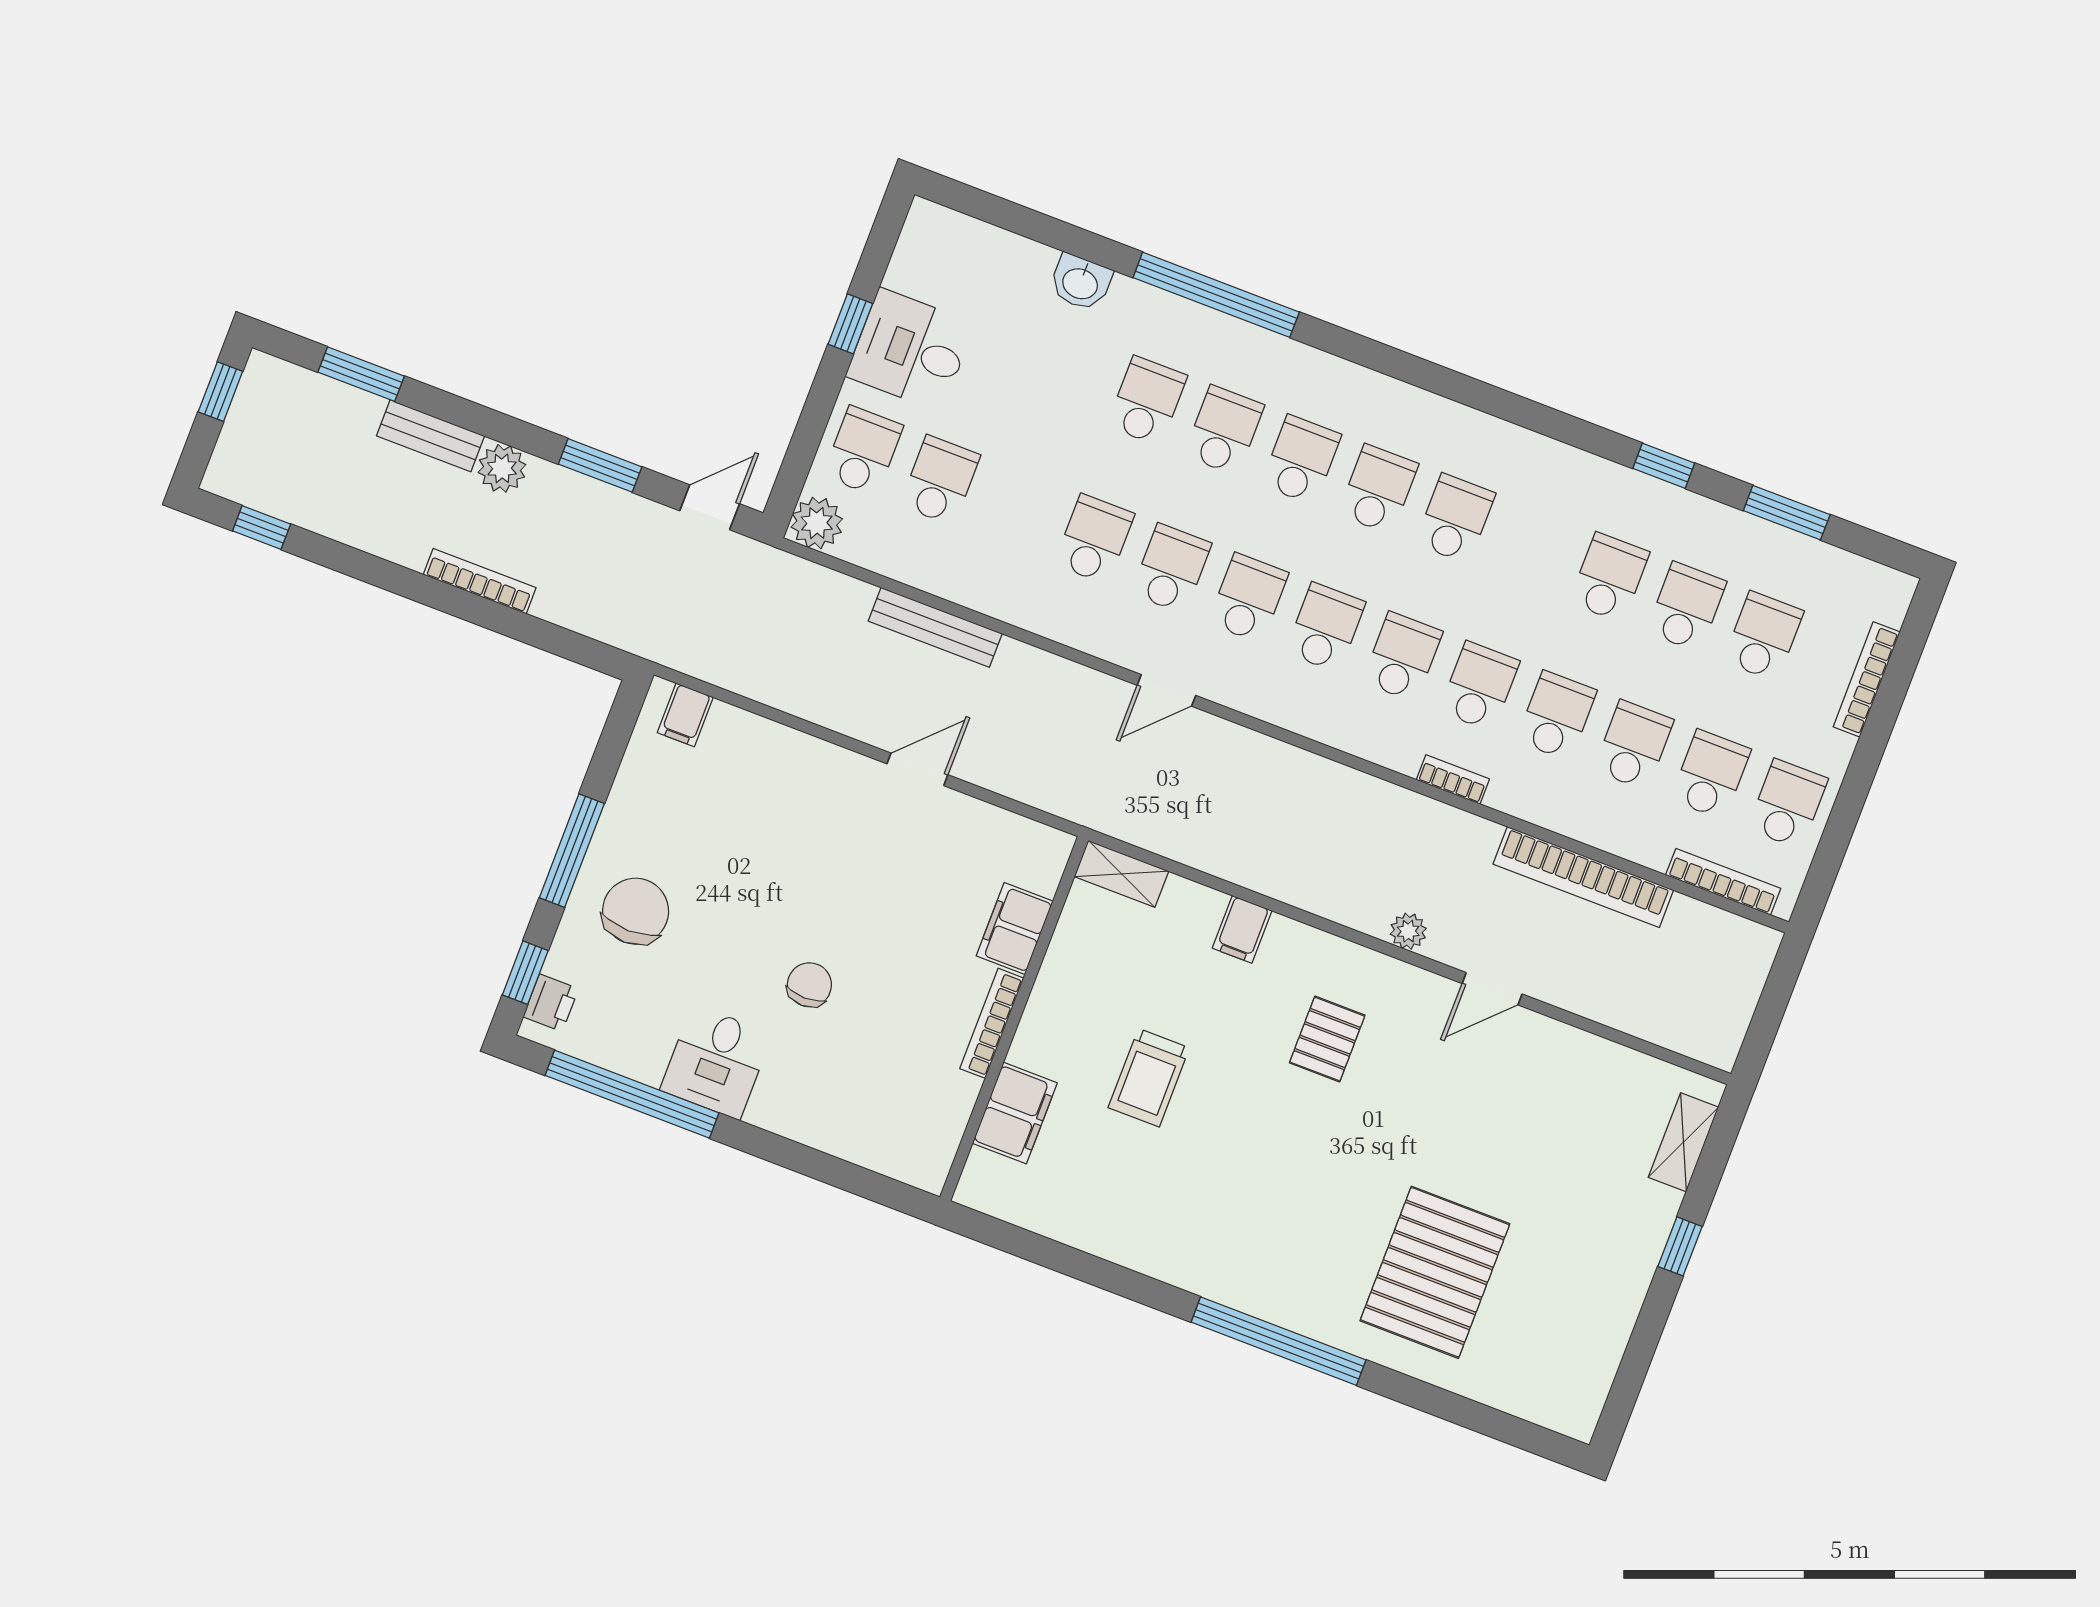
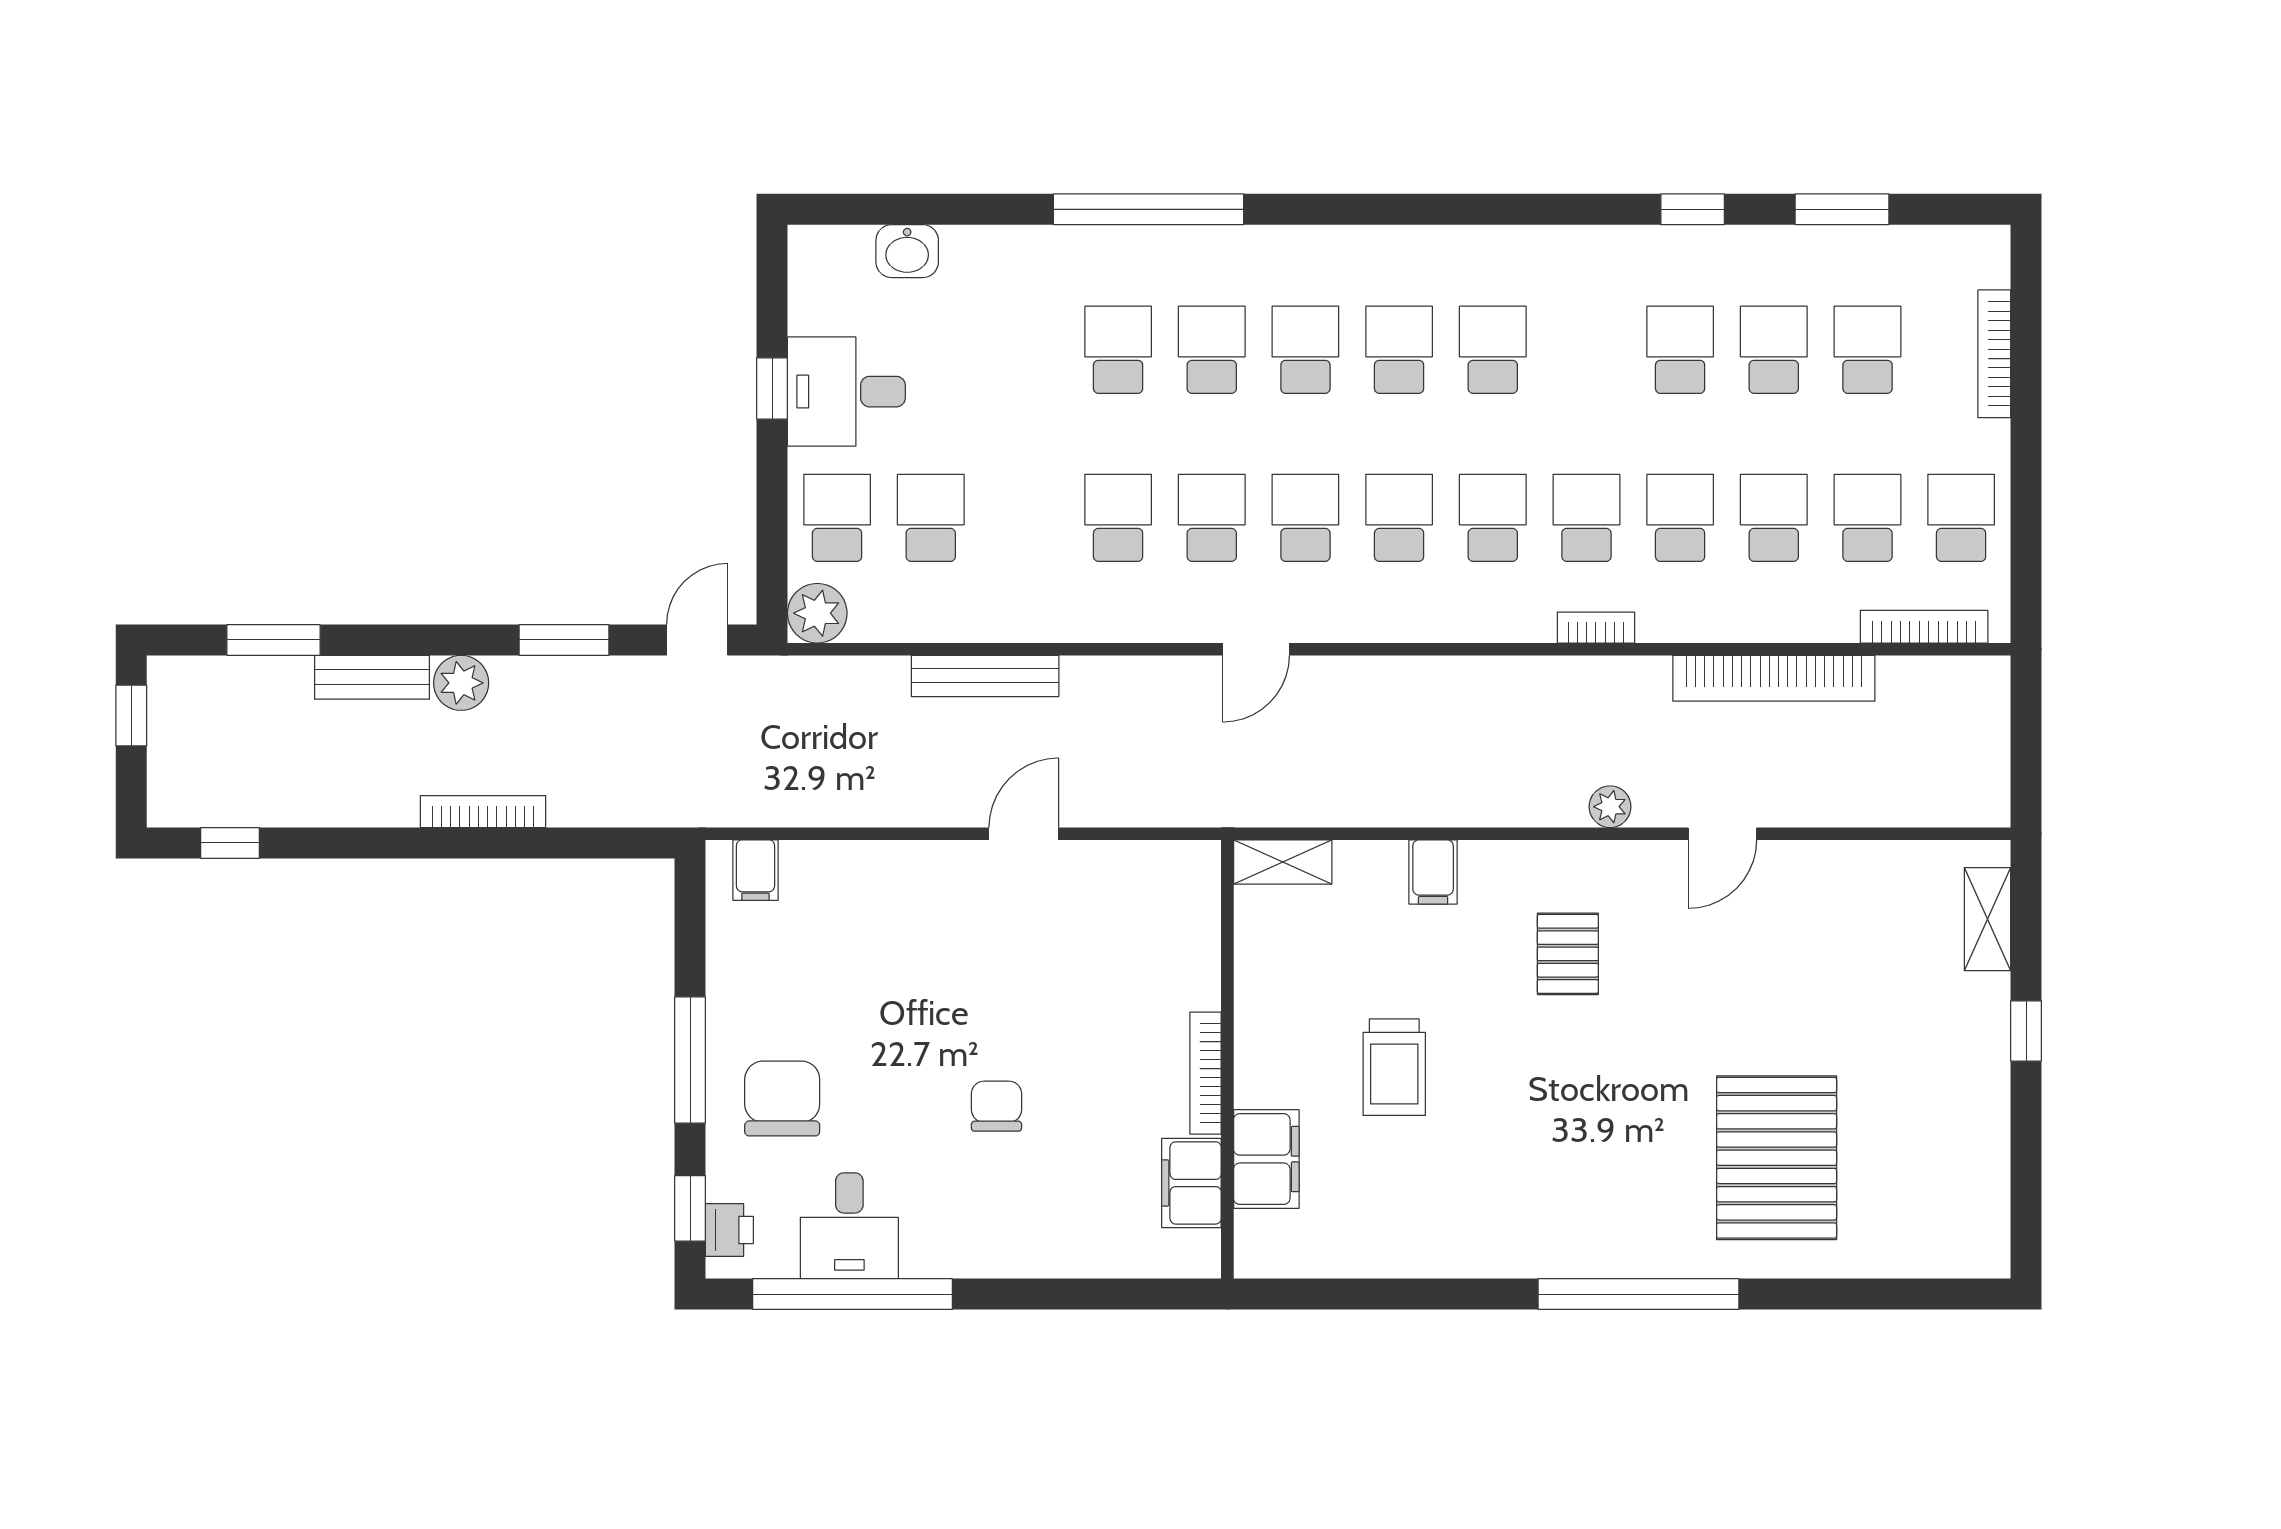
washbasin: (1081, 282) -> (907, 251), moved
filing cabinet: (1015, 929) -> (1191, 1183), moved
desk: (716, 1062) -> (849, 1226), moved

